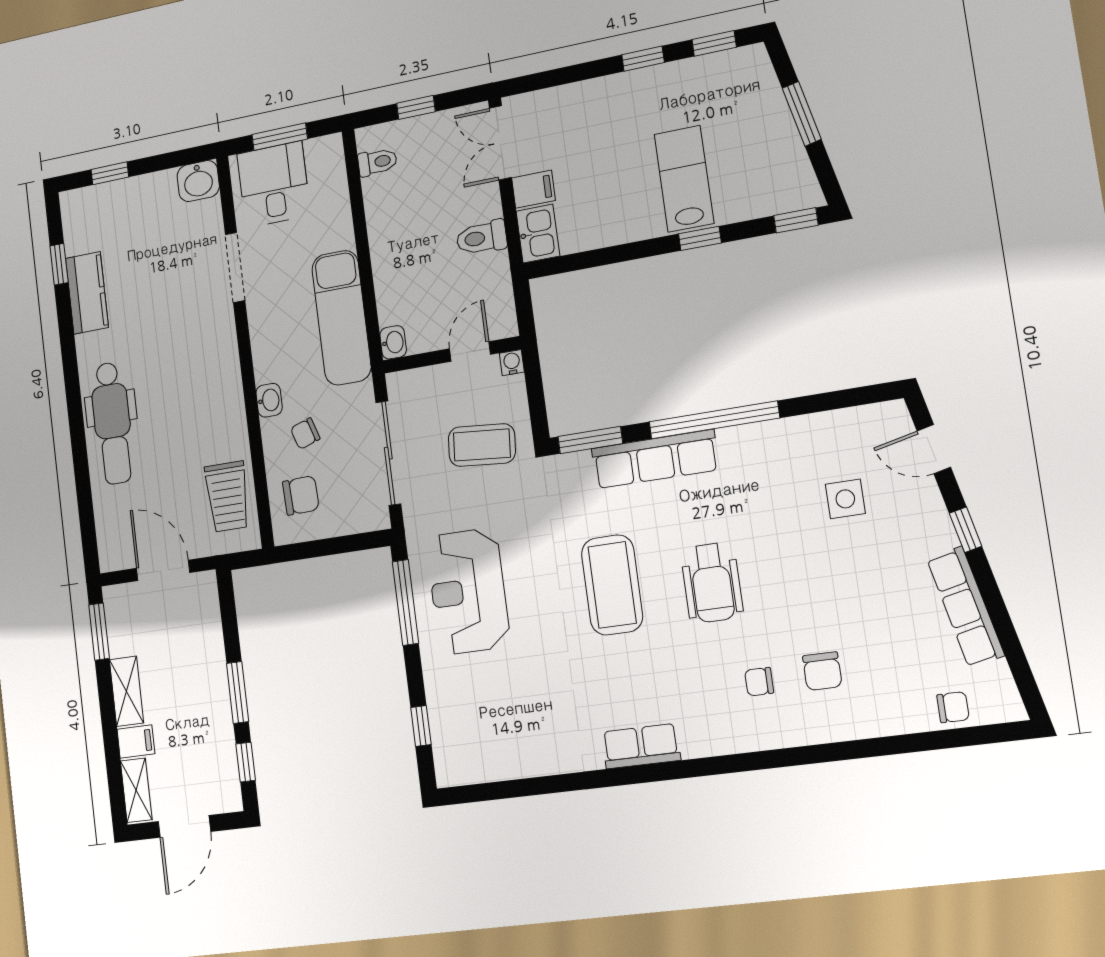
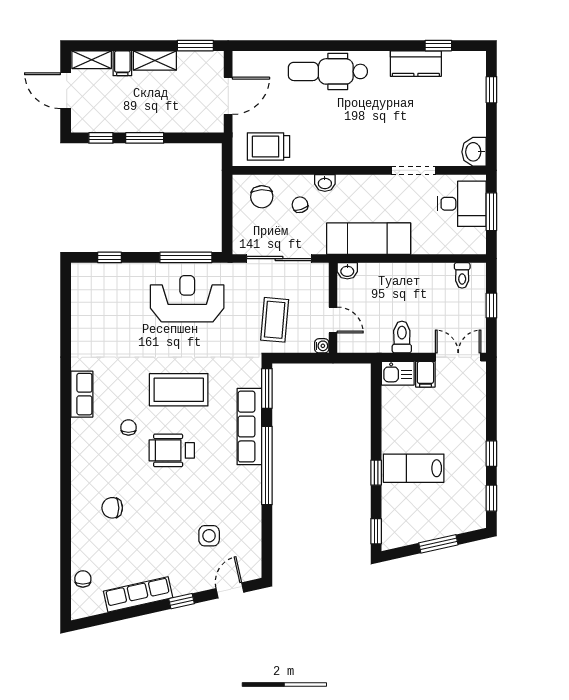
lab bench: (684, 179) -> (414, 468), turned 180
chair: (759, 682) -> (128, 427), moved
chair: (953, 707) -> (83, 579), turned 180

